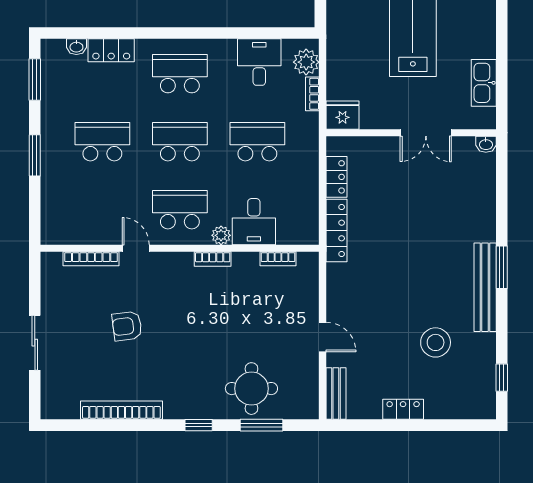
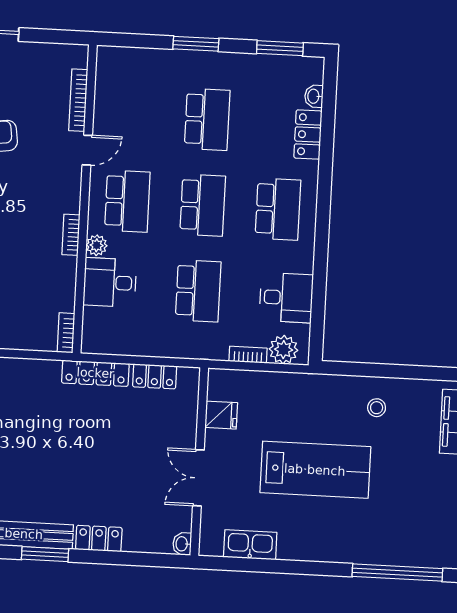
fridge: (343, 115) -> (221, 415), moved, width x0.72
locker: (485, 220) -> (99, 539), added
bookcase: (278, 259) -> (66, 333), moved

